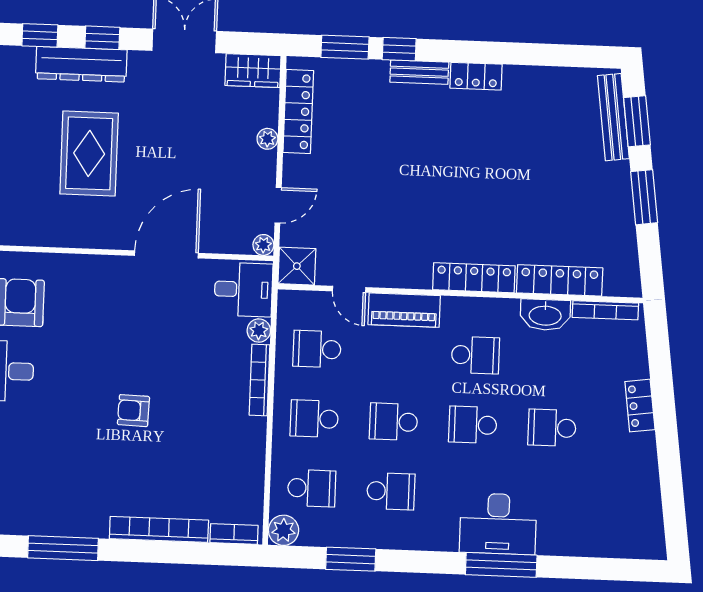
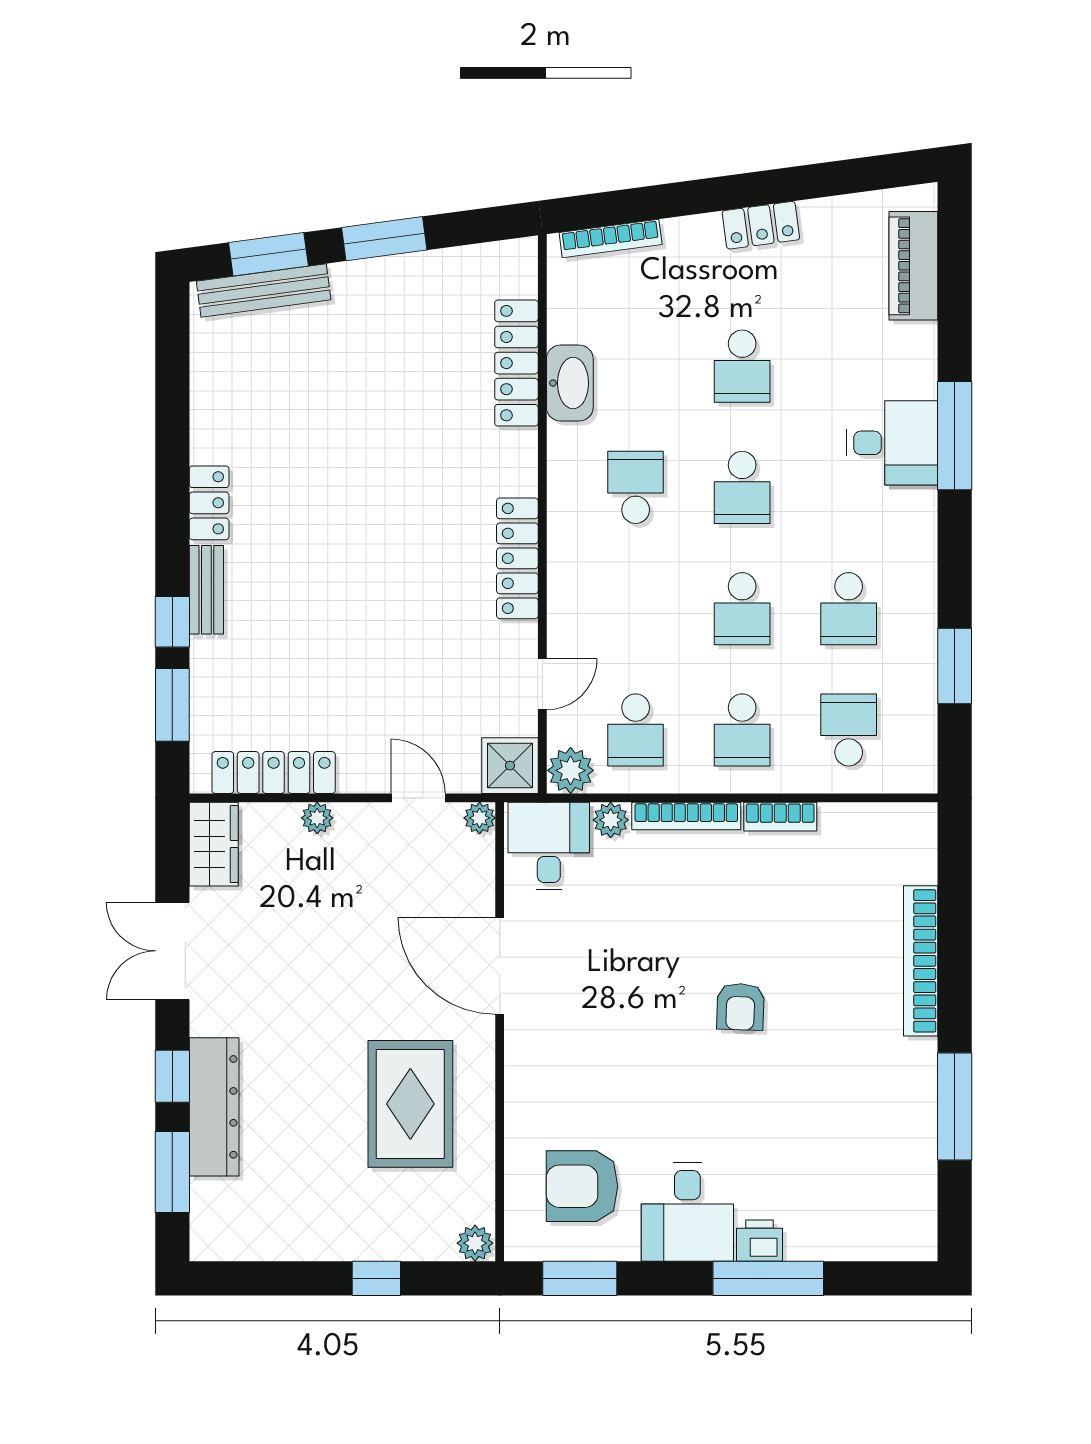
window: (40, 35) -> (172, 1172), width x1.50
rug: (89, 153) -> (410, 1104), moved, turned 90
locker: (474, 278) -> (517, 558), moved
piano: (404, 310) -> (913, 266), moved, turned 180
bookcase: (605, 310) -> (611, 239), moved, turned 82
locker: (640, 406) -> (761, 225), moved
school desk: (391, 491) -> (849, 609), turned 180
desk: (498, 524) -> (892, 443), width x0.73
plant: (284, 530) -> (571, 770), moved
bookcase: (234, 534) -> (780, 817), moved, turned -90

